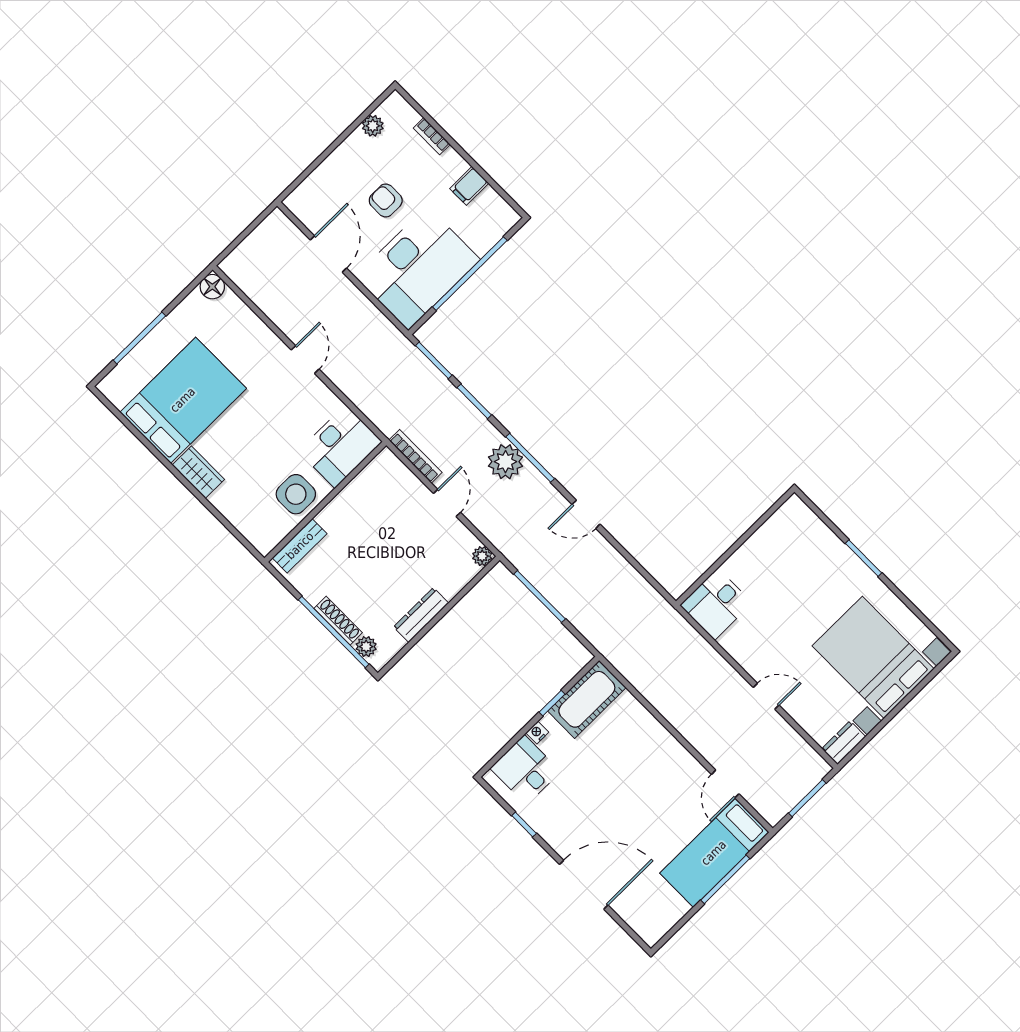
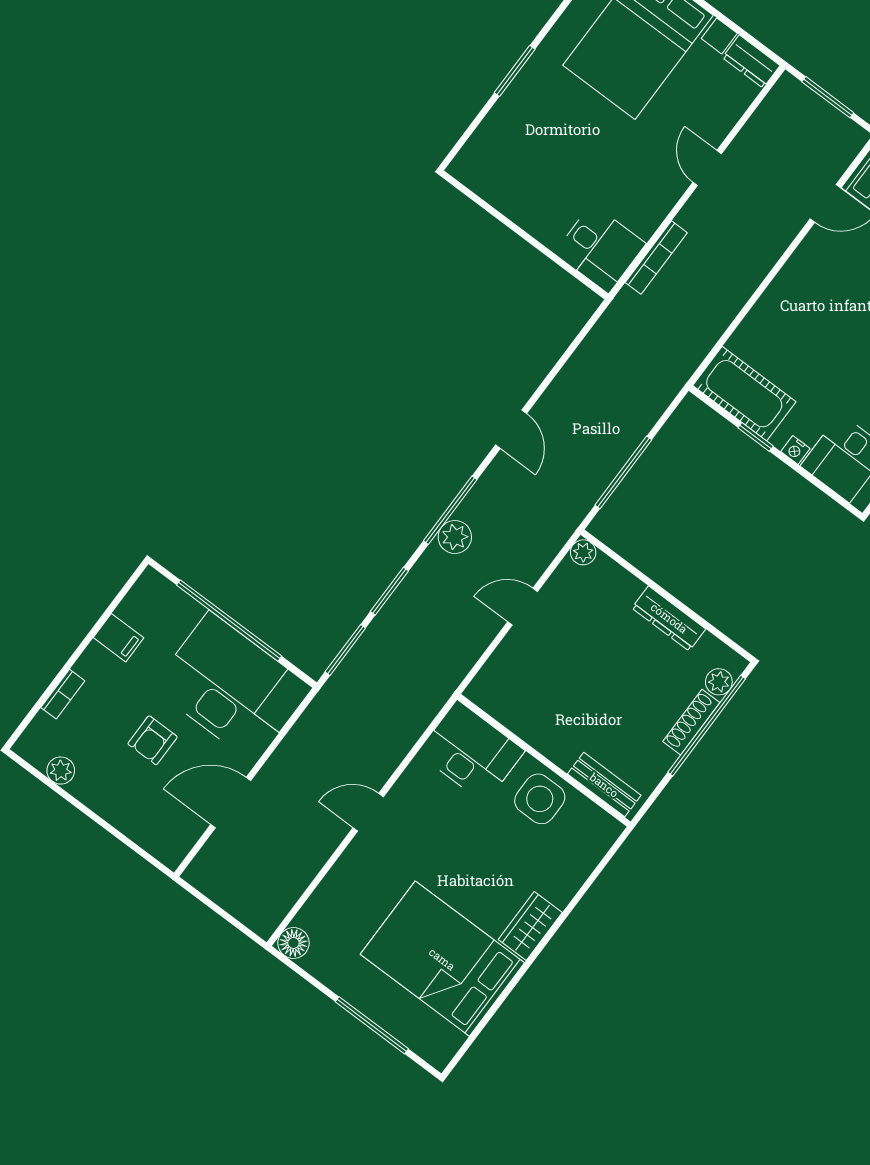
bookcase: (415, 456) -> (656, 258), moved, turned 180
plant: (505, 462) -> (455, 537), width x0.73, depth x0.73

